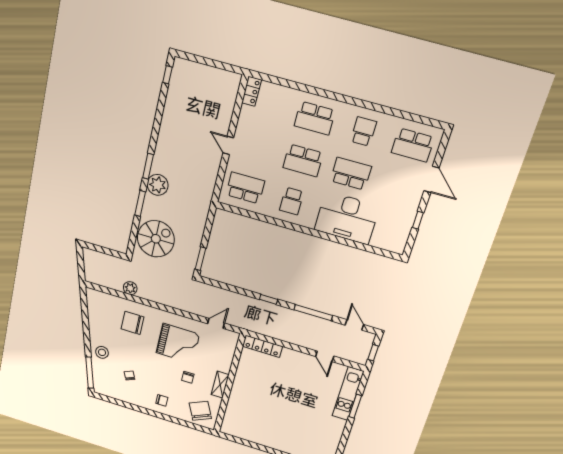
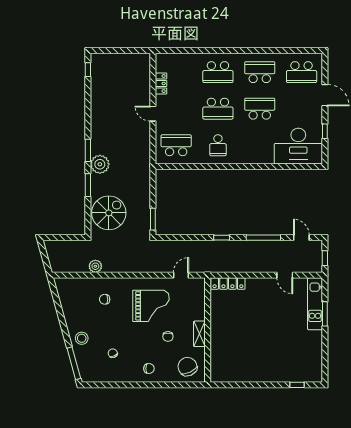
locker: (252, 91) -> (161, 84), moved
school desk: (363, 131) -> (260, 72), width x1.85
desk: (347, 218) -> (298, 146), moved
chair: (133, 323) -> (105, 299), width x0.54, depth x0.54

